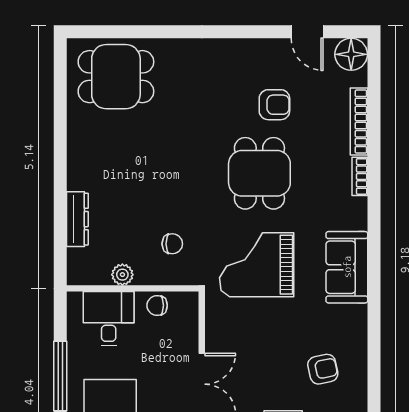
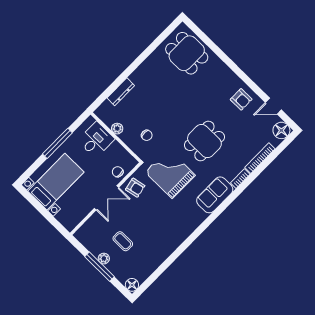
door: (307, 32) -> (273, 106), hinge flipped
armchair: (274, 105) -> (241, 99), moved
sofa: (347, 267) -> (215, 195), moved
chair: (157, 305) -> (118, 172), moved
armchair: (323, 369) -> (135, 188), moved

